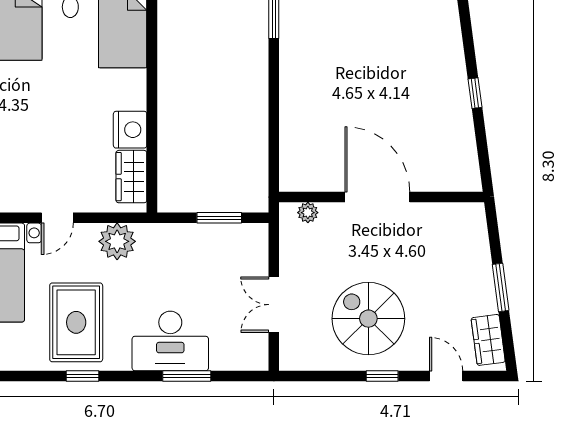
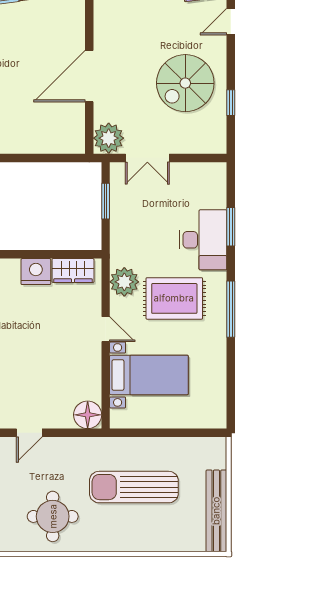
plant: (308, 213) -> (109, 138), width x1.88, depth x1.88
double door: (274, 305) -> (147, 158), moved
rug: (76, 322) -> (174, 298), moved
window: (83, 376) -> (231, 309), width x2.17
window: (382, 376) -> (231, 103), moved

